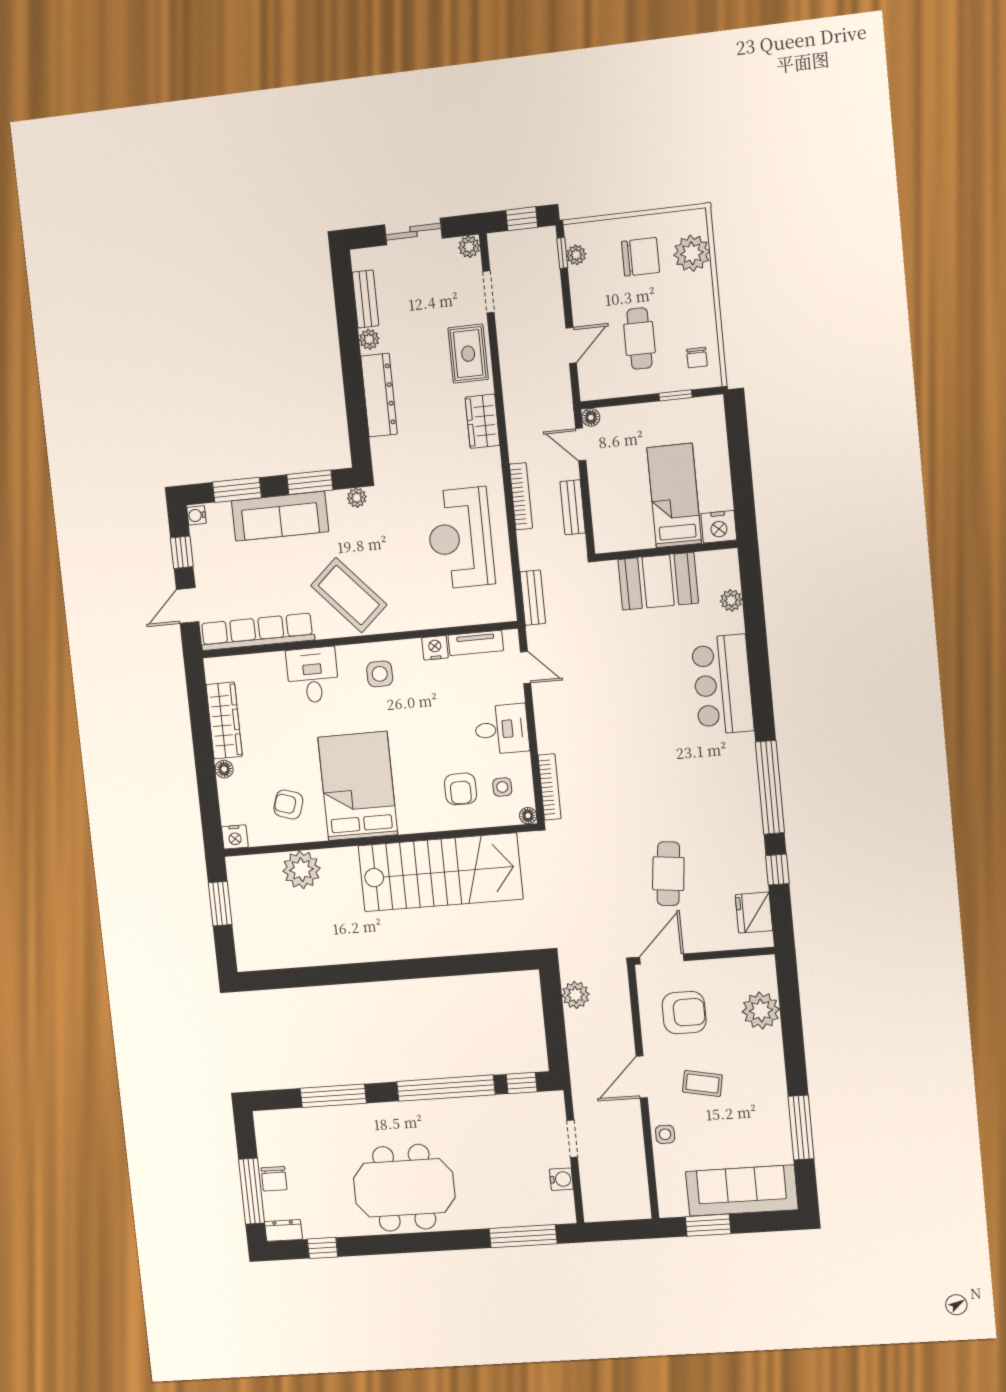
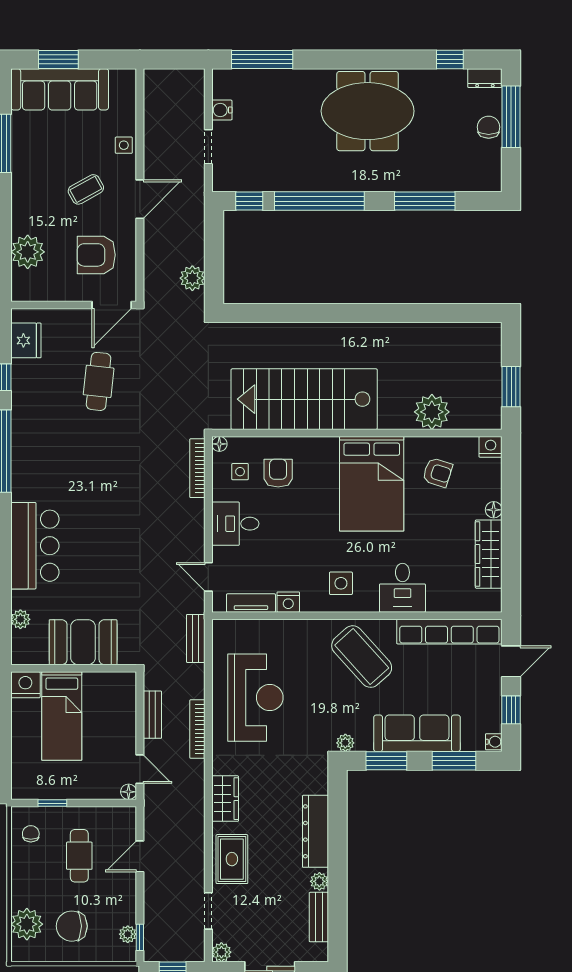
coffee table: (702, 1083) -> (86, 189), turned -40
window: (708, 1225) -> (58, 59), moved

